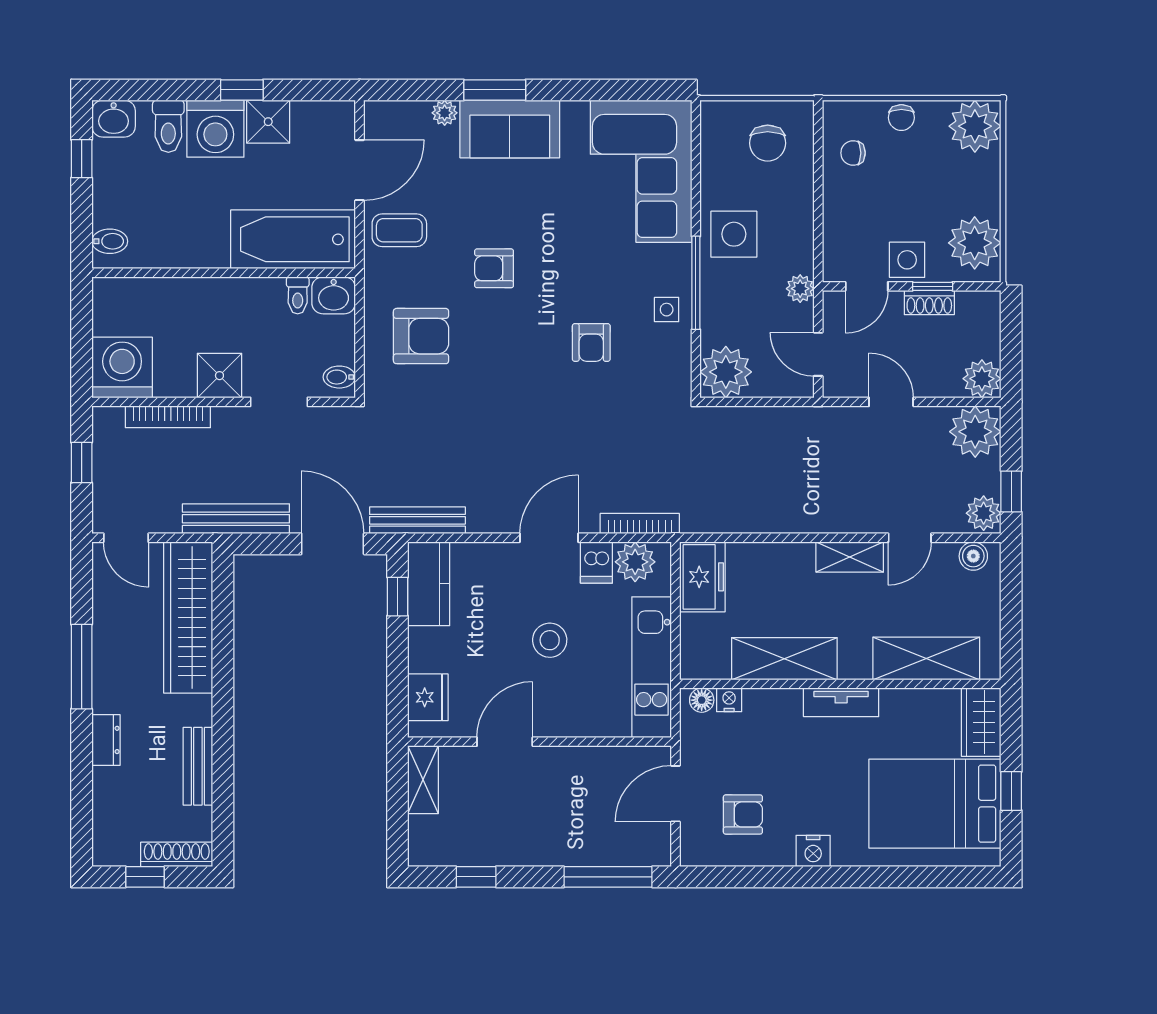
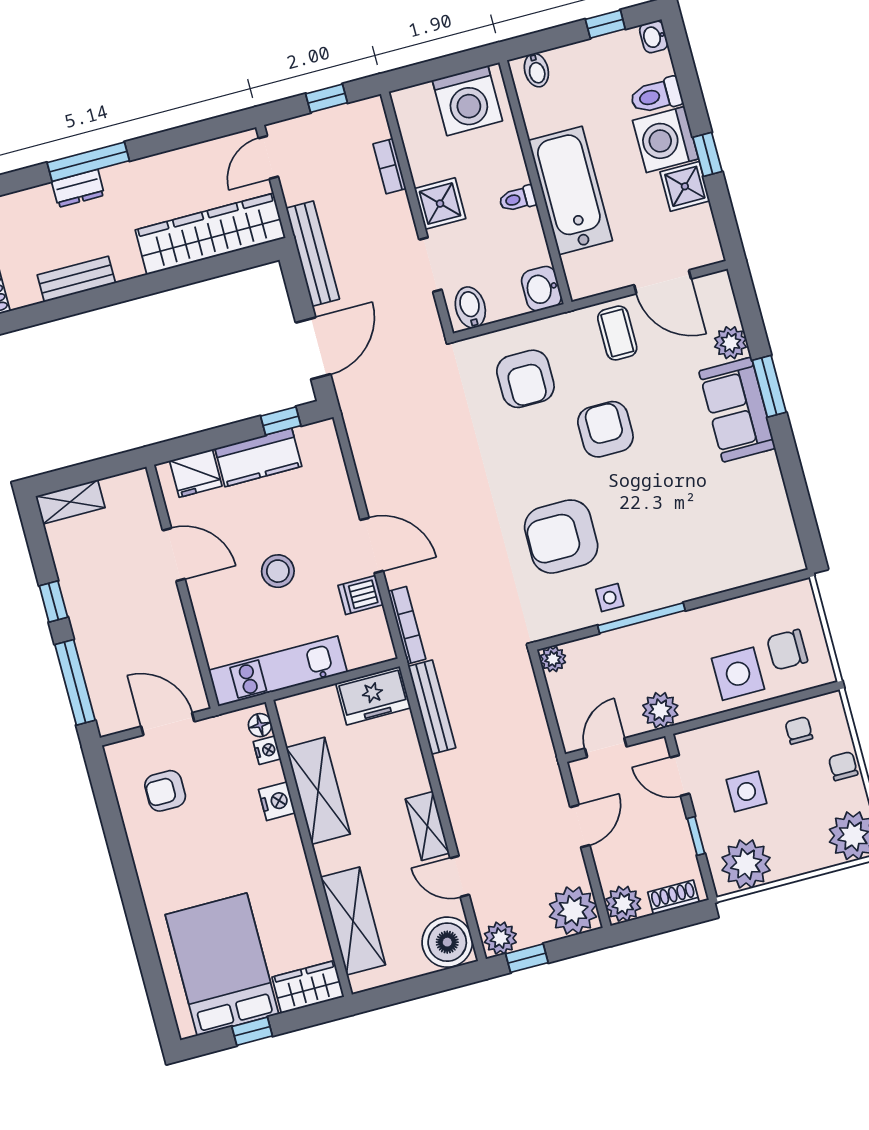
plant: (445, 113) -> (730, 343), width x1.38, depth x1.38
chair: (901, 118) -> (843, 766), turned 90
washbasin: (114, 119) -> (654, 37), width x0.72, depth x0.69
corner sofa: (641, 171) -> (730, 540), removed
side table: (734, 234) -> (738, 674), moved
bathtub: (293, 239) -> (570, 190), moved
side table: (907, 260) -> (747, 791), moved
armchair: (494, 268) -> (605, 429), width x1.38, depth x1.38
plant: (800, 289) -> (660, 710), width x1.38, depth x1.38
toilet: (298, 295) -> (518, 199), moved
shoe rack: (929, 303) -> (673, 897), moved, turned 90
armchair: (591, 342) -> (561, 537), width x1.88, depth x1.88
washing machine: (122, 367) -> (467, 101), moved, turned 90
plant: (726, 372) -> (553, 659), width x0.53, depth x0.53
bidet: (339, 377) -> (470, 307), width x1.38, depth x1.36
bookcase: (168, 417) -> (390, 166), width x0.64
bench: (417, 520) -> (432, 707), moved
boiler: (973, 556) -> (447, 942), width x1.86, depth x1.86
plant: (635, 562) -> (371, 630), removed
kitchen counter: (429, 584) -> (258, 457), moved
window: (82, 667) -> (88, 162), moved
tv unit: (841, 702) -> (292, 854), removed
shelving: (423, 780) -> (70, 502), moved
armchair: (743, 814) -> (165, 791), turned 90
nightstand: (813, 851) -> (277, 801), moved, turned 180
window: (476, 877) -> (53, 601), moved

